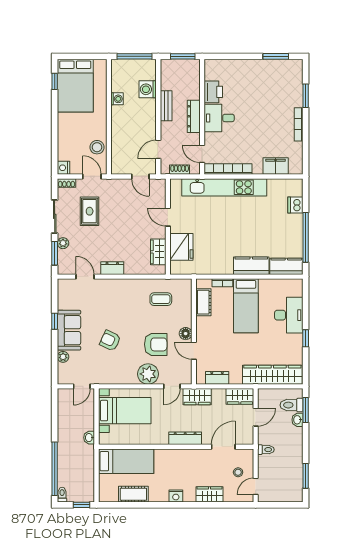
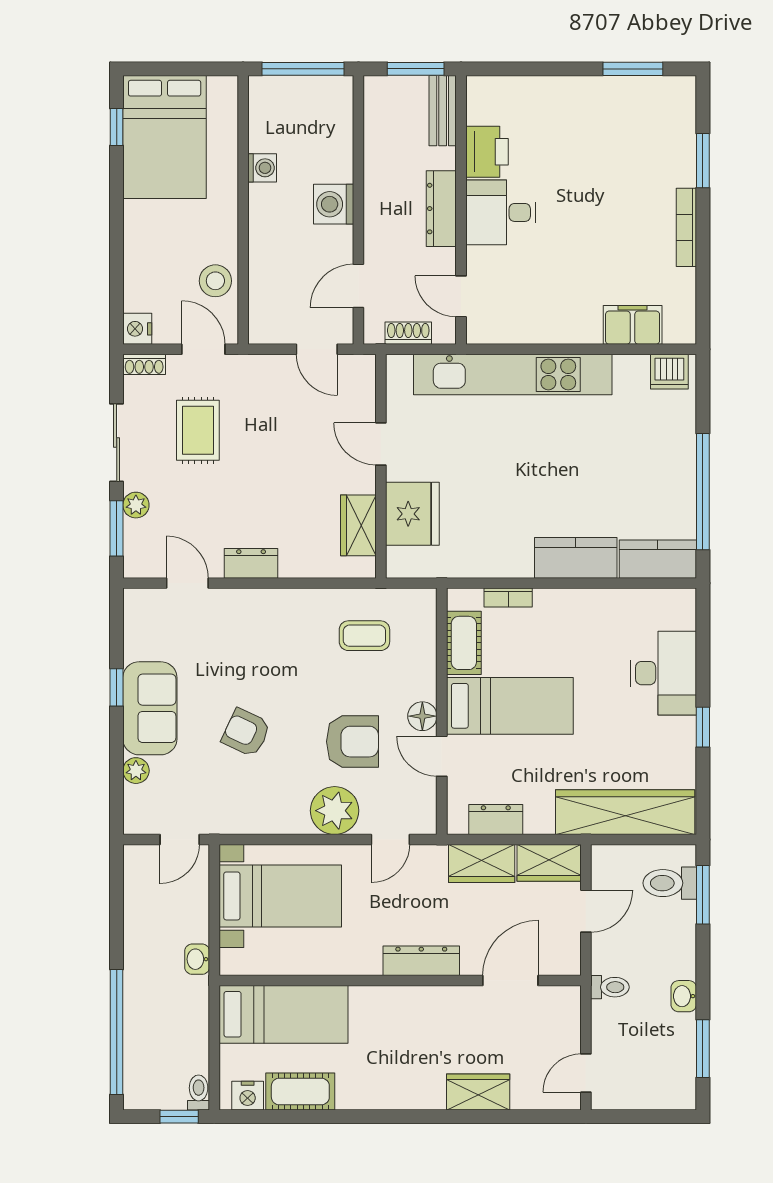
washing machine: (148, 89) -> (334, 204), moved
bench: (166, 106) -> (443, 111), moved
bookcase: (228, 169) -> (522, 332), removed
dishwasher: (295, 205) -> (669, 372), moved, turned -90
bed: (246, 306) -> (510, 706), moved, turned -90
wardrobe: (197, 397) -> (482, 863), moved
washbasin: (297, 420) -> (684, 996), moved
stool: (238, 472) -> (545, 1040), removed
toilet: (62, 495) -> (199, 1093), moved
nightstand: (176, 496) -> (248, 1096), moved

